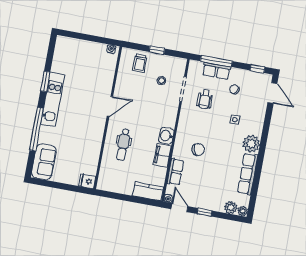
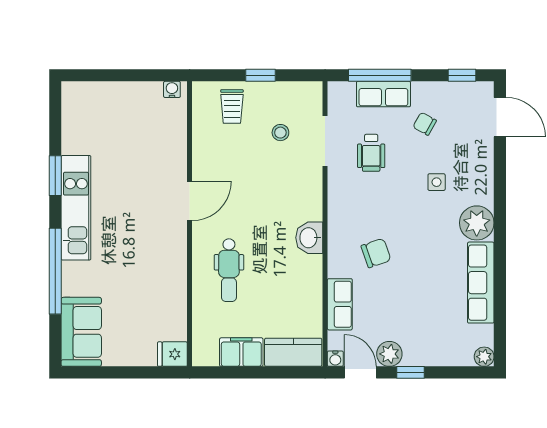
filing cabinet: (162, 155) -> (241, 352), moved, turned 90
plant: (231, 208) -> (389, 354), moved

